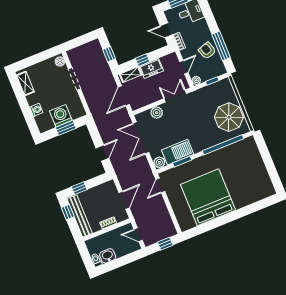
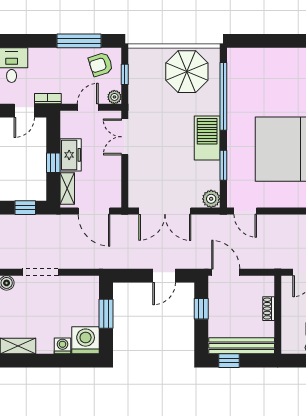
armchair: (207, 51) -> (101, 64), moved
door: (184, 67) -> (88, 107), hinge flipped
plant: (157, 113) -> (138, 173), removed
washing machine: (61, 116) -> (86, 340), moved, turned 90
barbecue: (178, 152) -> (207, 138), moved
door: (102, 153) -> (164, 276), swing flipped
window: (79, 188) -> (201, 309), moved
door: (124, 200) -> (226, 272), moved

